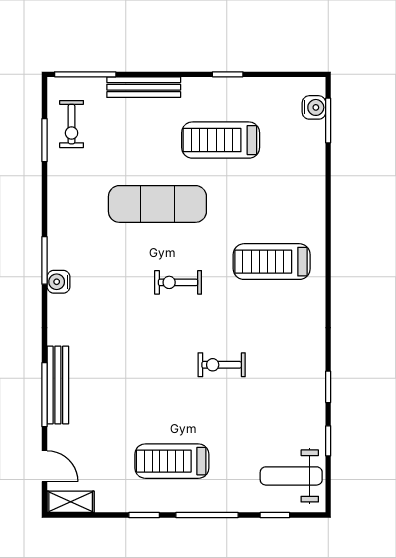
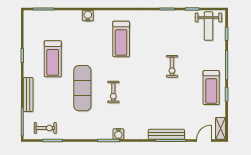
water cooler: (314, 107) -> (88, 16), moved
treadmill: (272, 262) -> (121, 39), moved
exercise bike: (178, 282) -> (113, 92), moved
exercise bike: (222, 365) -> (172, 66), moved
treadmill: (172, 461) -> (211, 88), moved

